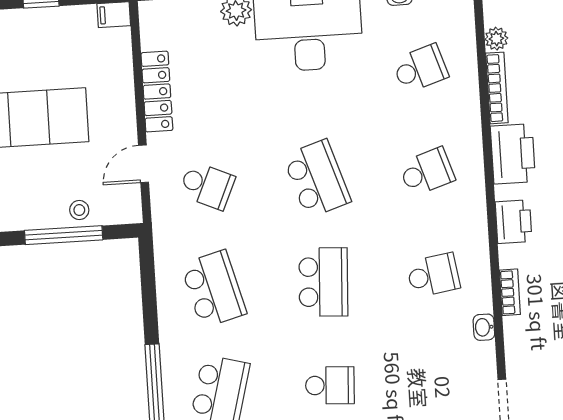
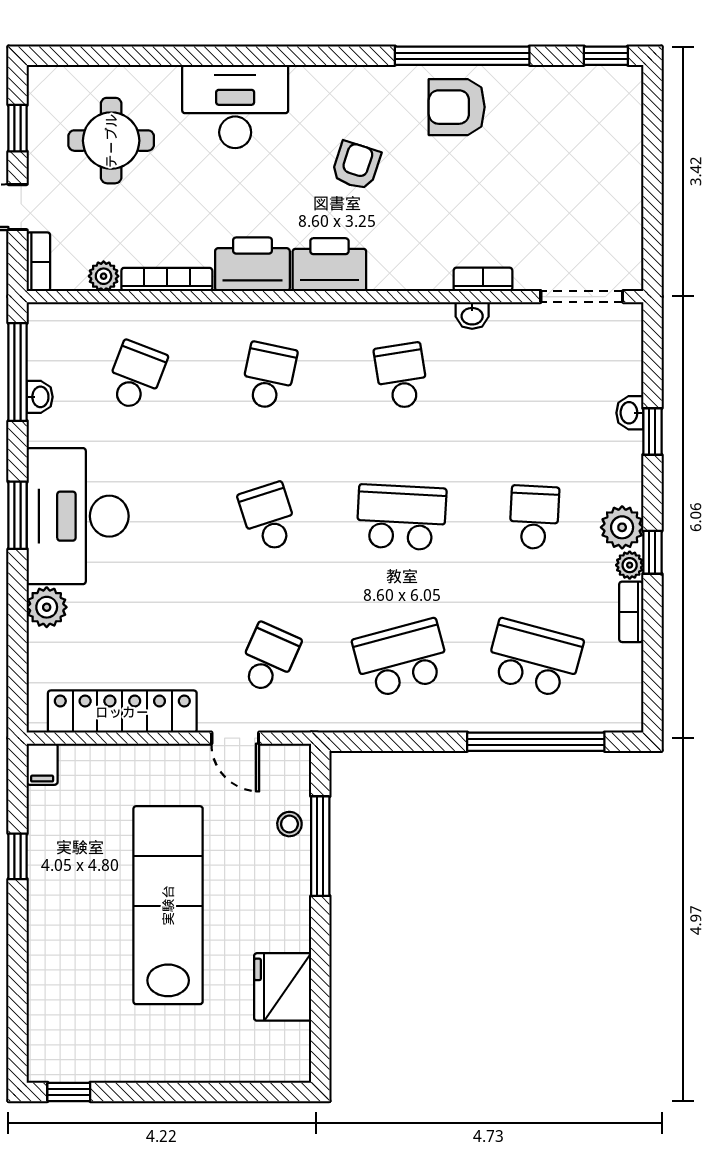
school desk: (420, 68) -> (136, 376), turned 39
locker: (157, 92) -> (122, 712), width x1.41, depth x1.21
school desk: (427, 172) -> (269, 376), turned 30
school desk: (317, 179) -> (269, 517), width x0.54
printer: (514, 222) -> (329, 265), width x1.37, depth x1.19
bookcase: (510, 292) -> (483, 279), moved

